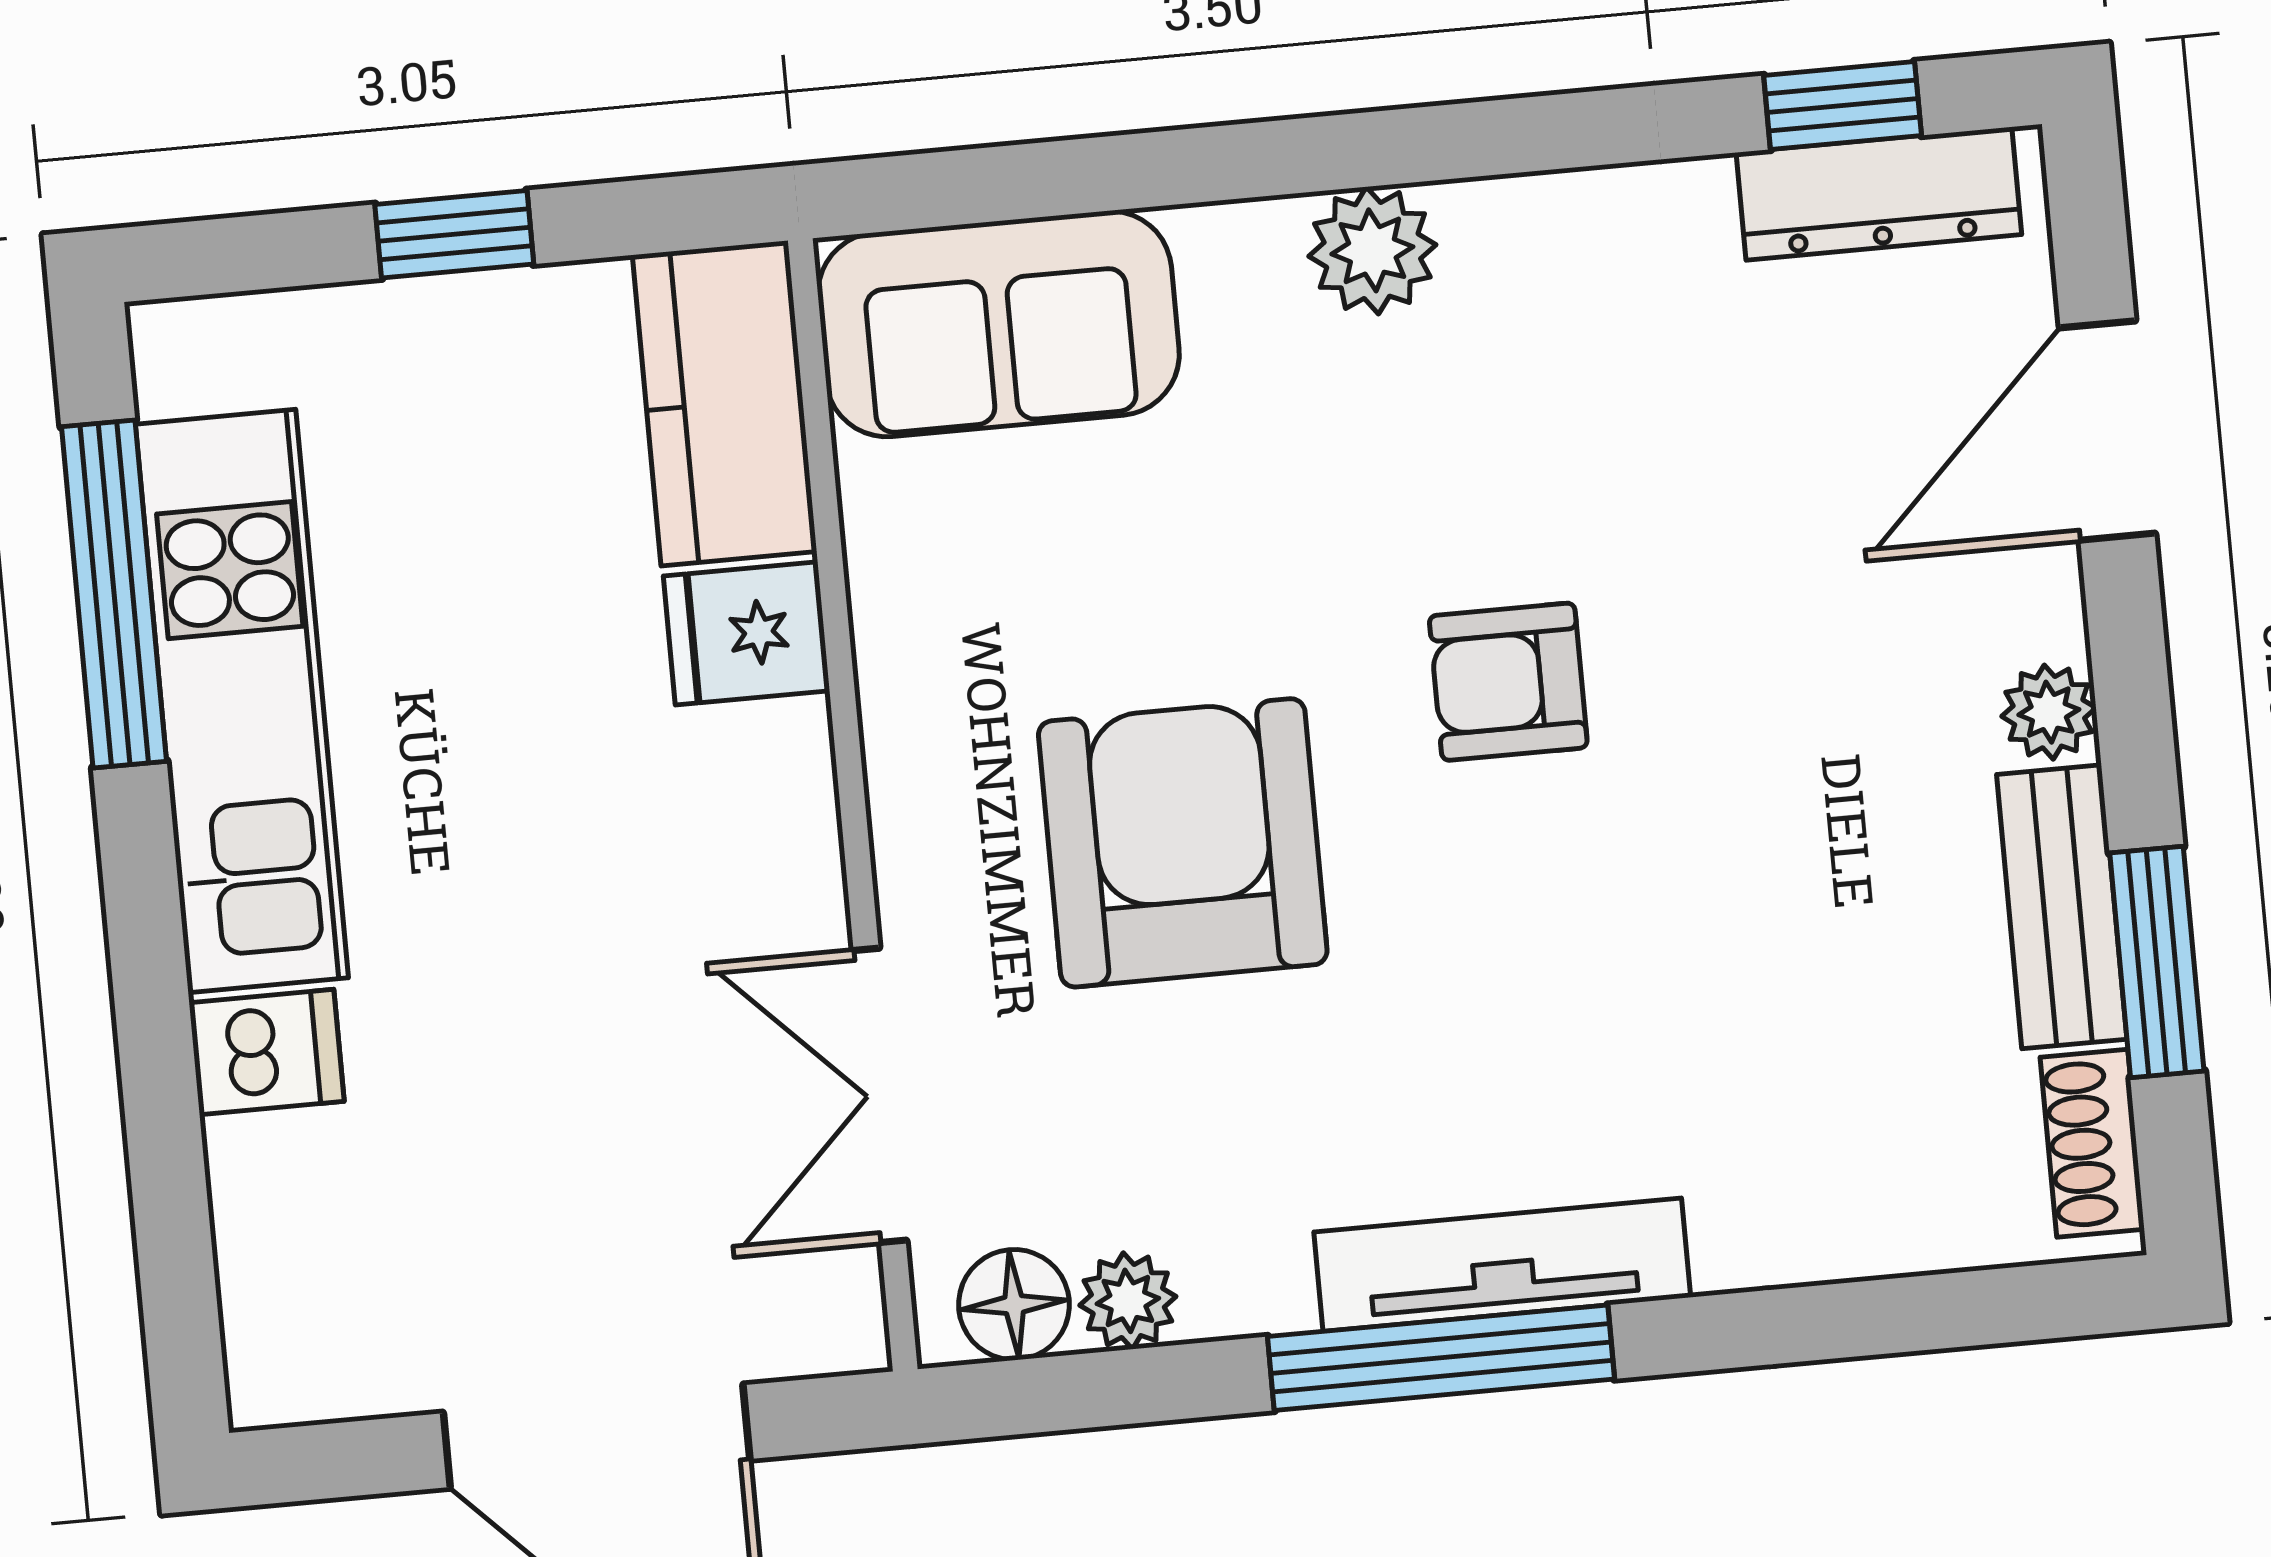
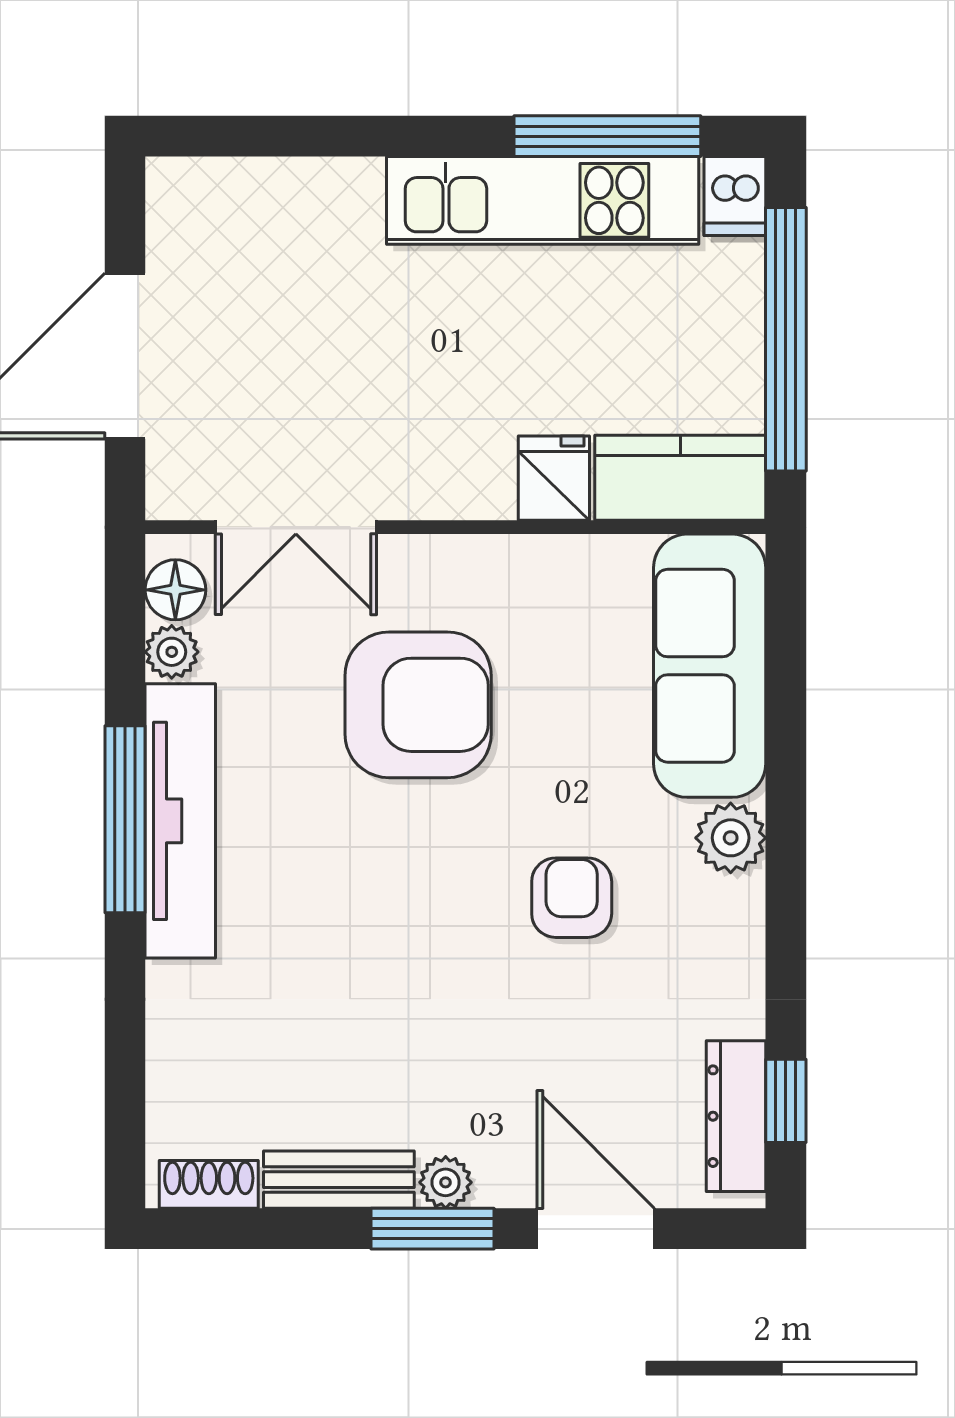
window: (454, 234) -> (786, 339), width x3.17
sofa: (999, 324) -> (710, 666), width x1.36
armchair: (1508, 682) -> (572, 898), moved
window: (2157, 962) -> (433, 1229), moved
dishwasher: (267, 1052) -> (735, 196), moved
double door: (880, 1095) -> (296, 527), swing flipped
tv unit: (1502, 1265) -> (180, 821), width x1.36, depth x1.29

